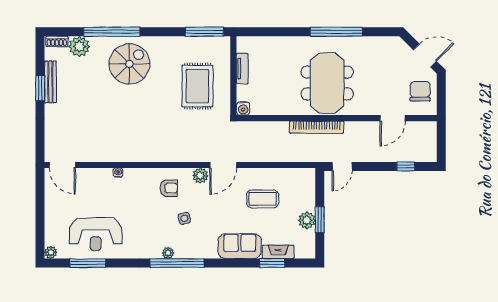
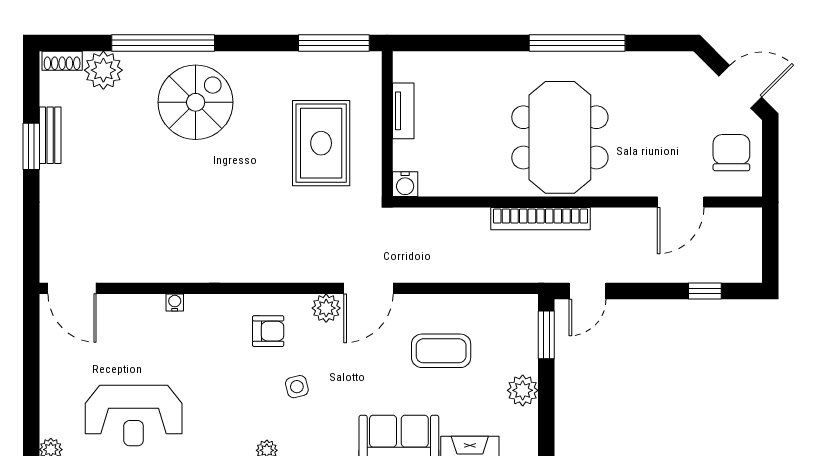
bench: (50, 82) -> (50, 135), width x0.73
window: (320, 220) -> (546, 335), moved

